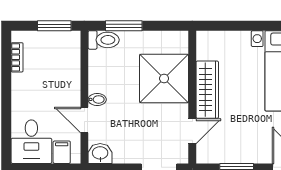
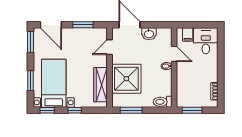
window: (124, 26) -> (131, 110), moved
window: (251, 26) -> (75, 110), added
wardrobe: (207, 90) -> (101, 85), moved
washbasin: (100, 153) -> (149, 34), moved

